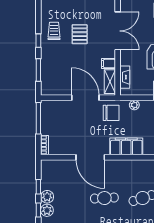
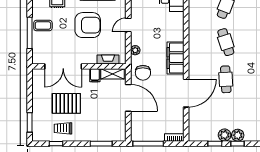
double door: (118, 31) -> (63, 66), swing flipped
pallet: (80, 34) -> (66, 103), width x1.50, depth x1.42
window: (38, 41) -> (56, 144), moved
door: (85, 98) -> (128, 98), swing flipped
chair: (111, 113) -> (143, 73), turned 180

